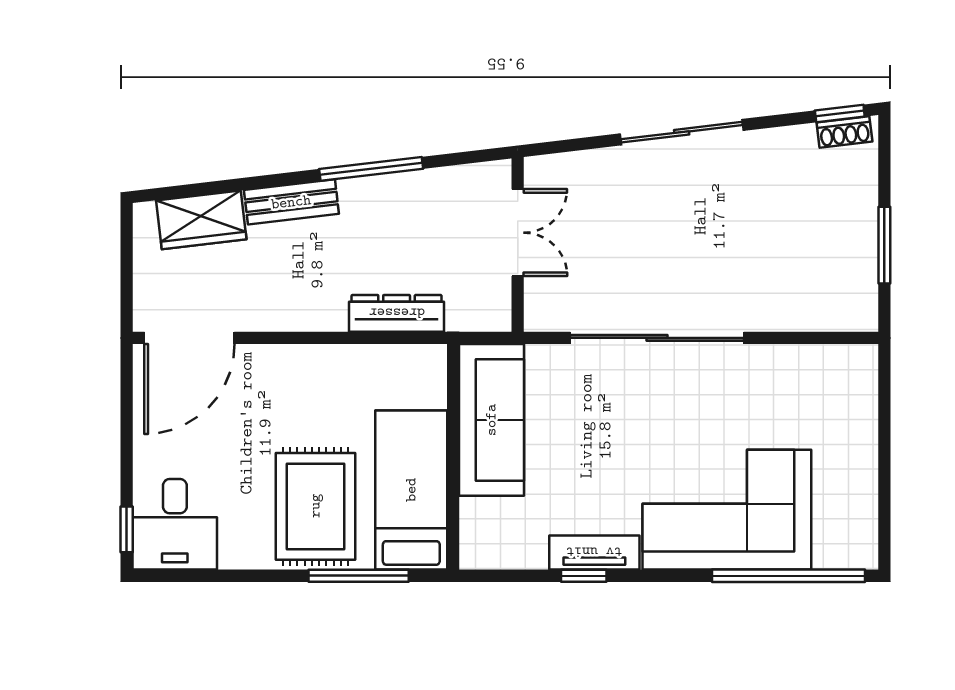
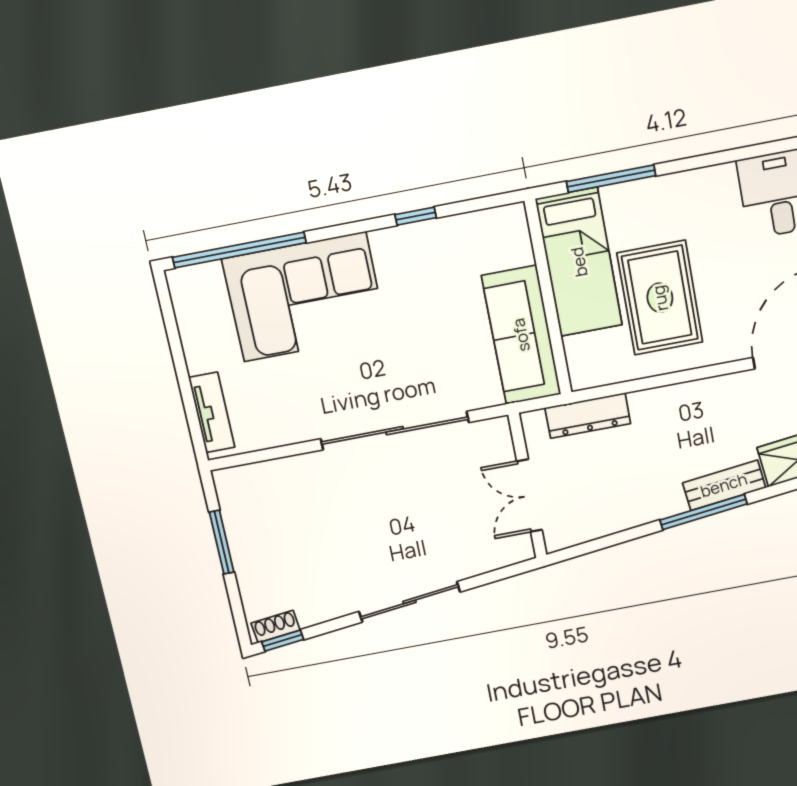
window: (371, 169) -> (704, 512), moved
dresser: (397, 313) -> (588, 416), moved
rug: (315, 506) -> (660, 298), moved
tv unit: (594, 552) -> (212, 412), moved, turned -90

